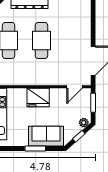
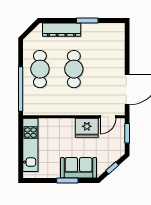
fridge: (38, 97) -> (87, 128), moved
plant: (84, 123) -> (117, 154), removed

